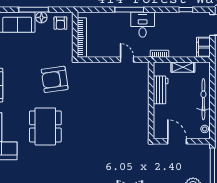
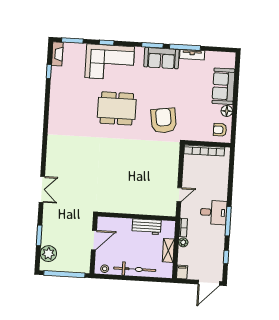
window: (34, 10) -> (235, 104), removed
window: (129, 10) -> (228, 221), moved
filing cabinet: (203, 47) -> (182, 272), width x0.50
plant: (174, 53) -> (183, 242), added

